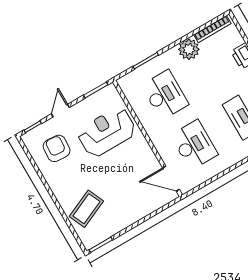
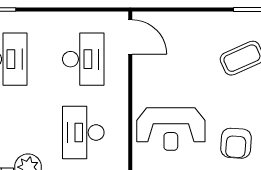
desk: (194, 145) -> (83, 59), turned 180

